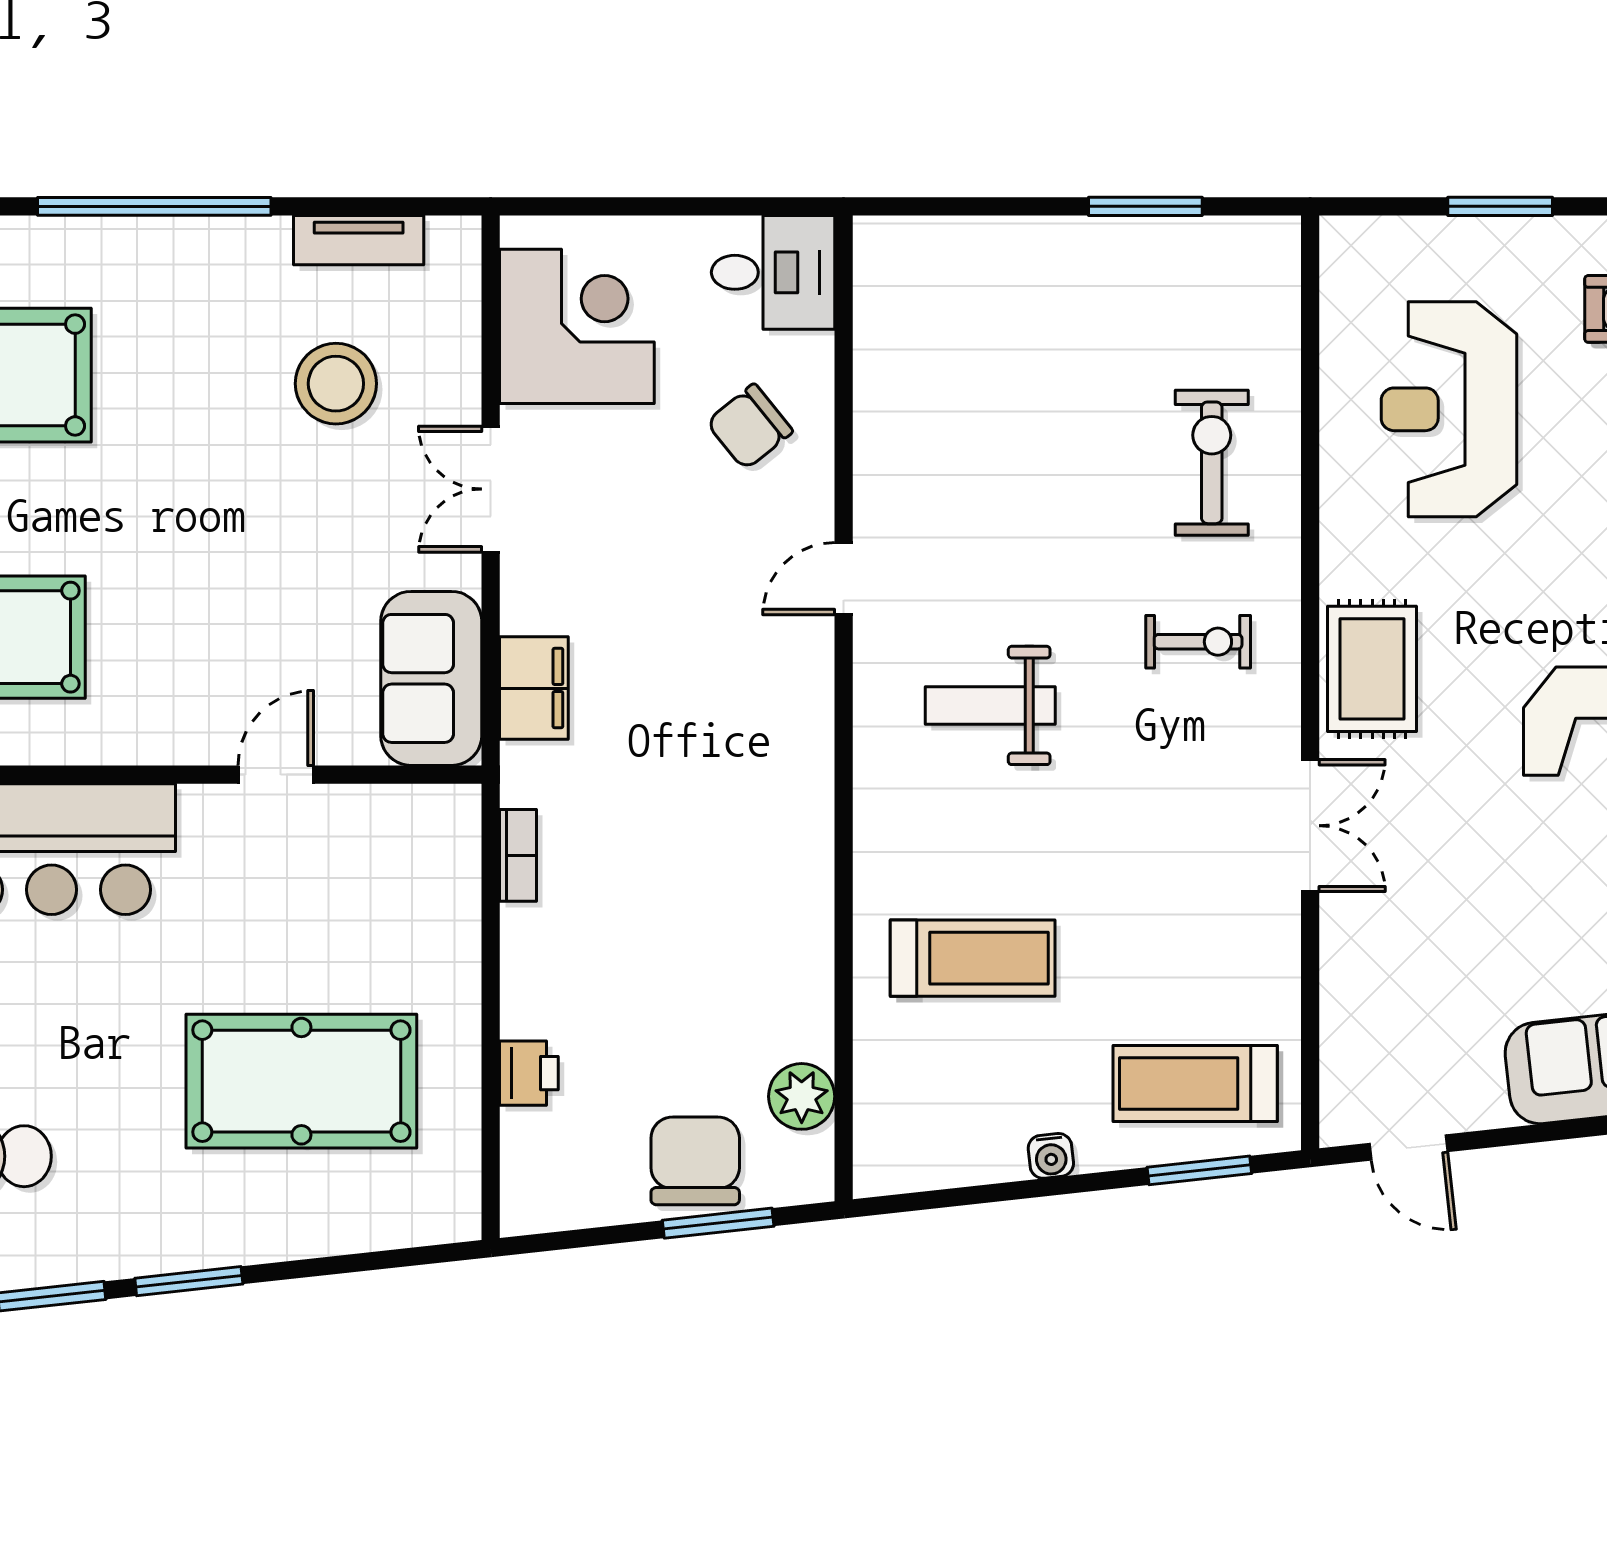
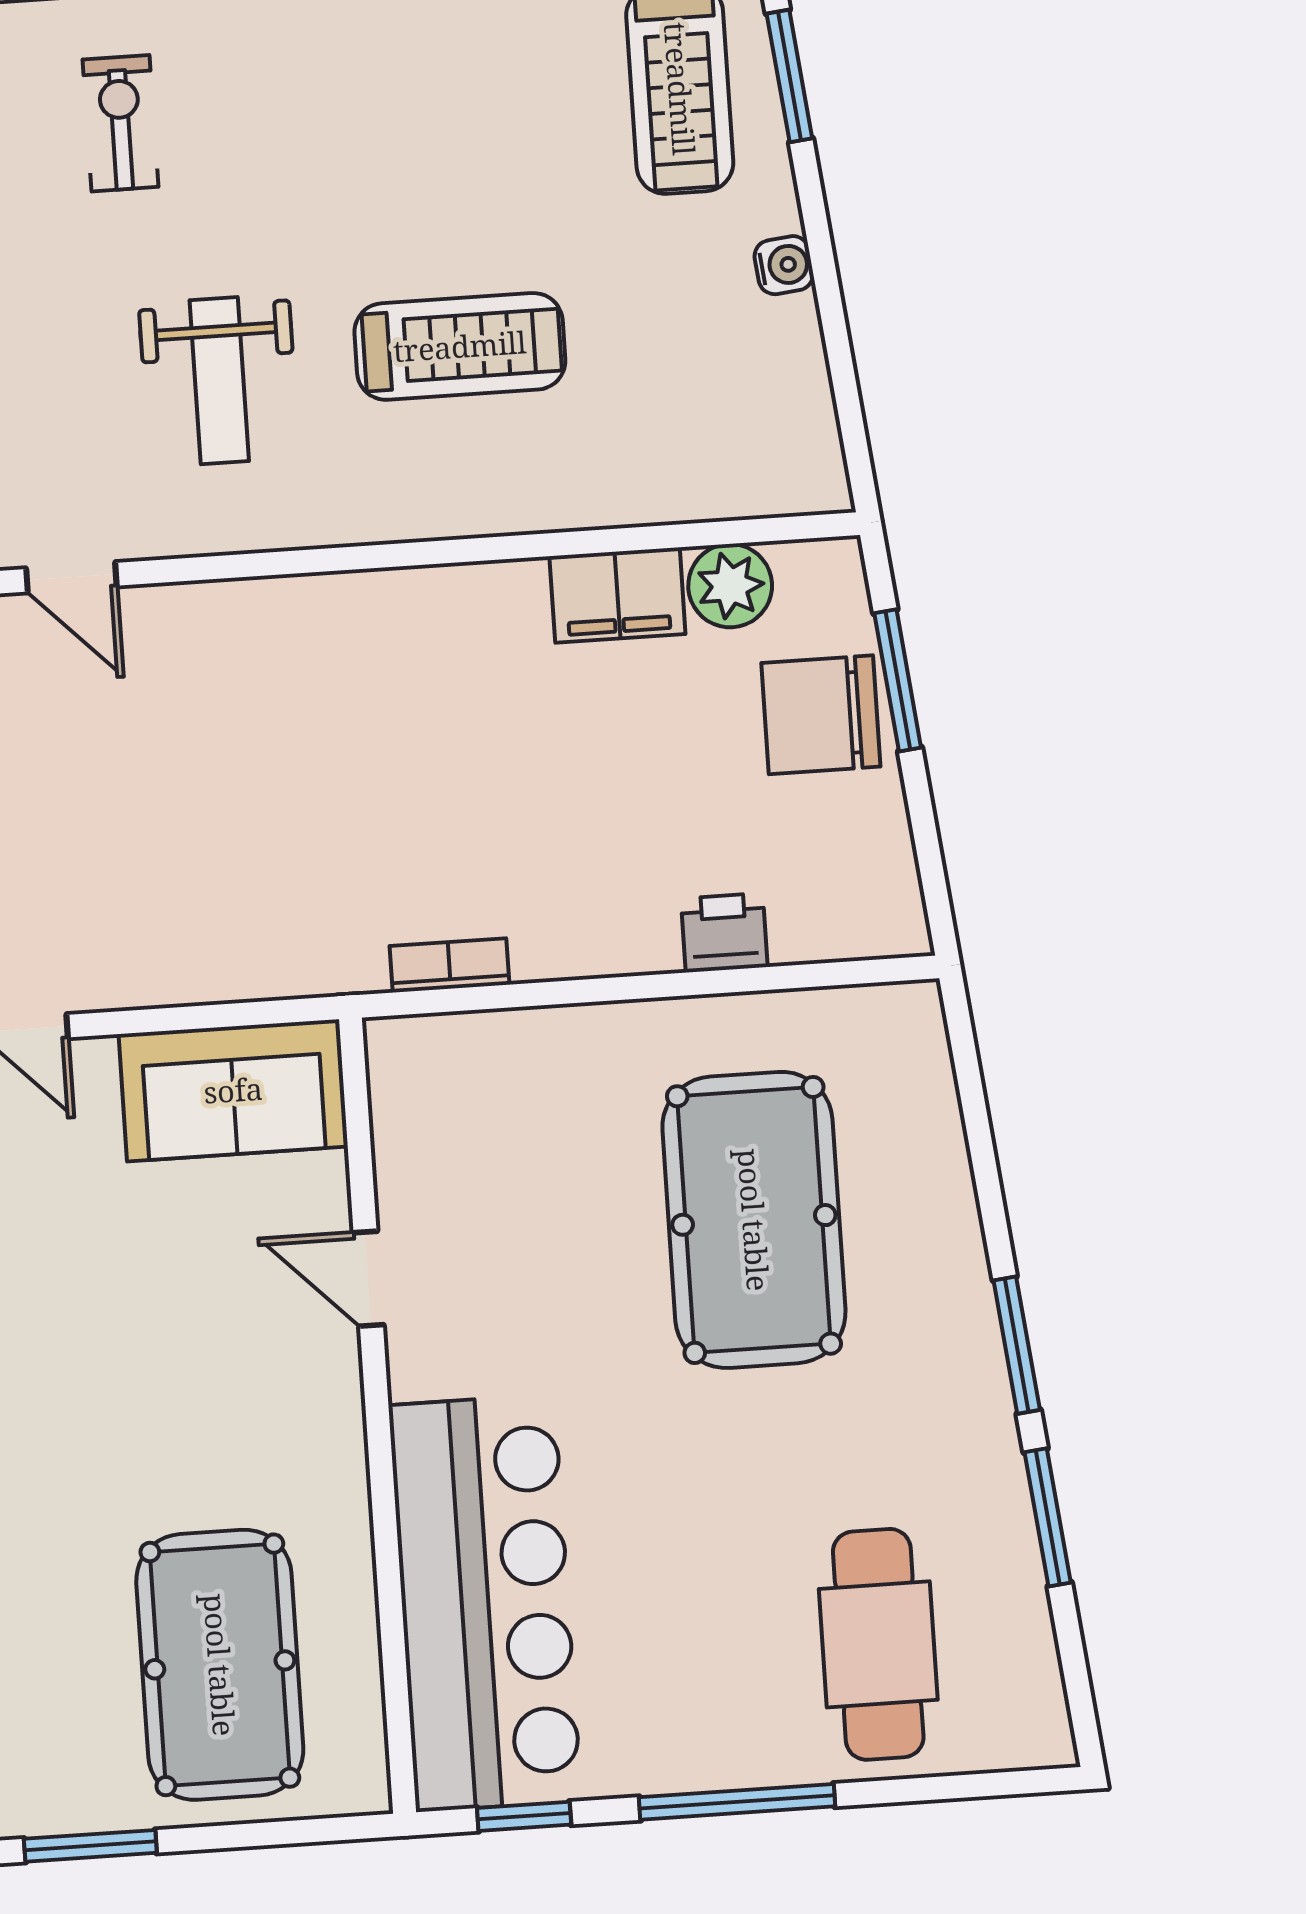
filing cabinet: (534, 688) -> (617, 595), moved, turned 180
treadmill: (973, 958) -> (460, 346), moved, turned 90

